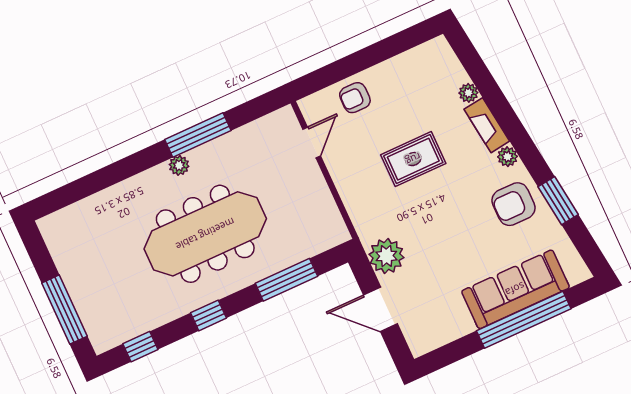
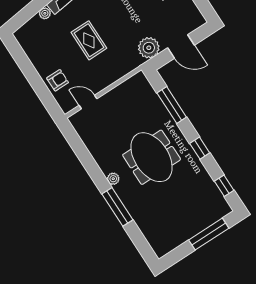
armchair: (355, 98) -> (58, 80), turned -90
window: (198, 135) -> (117, 207), moved
meeting table: (205, 234) -> (152, 157), width x0.73
door: (381, 309) -> (181, 47), hinge flipped

